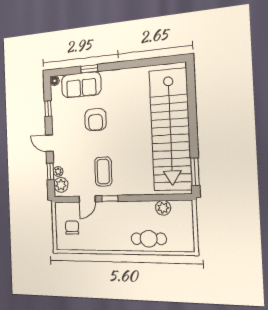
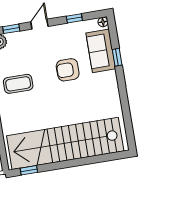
plant: (58, 171) -> (12, 37), removed
window: (195, 172) -> (29, 170), width x0.67

